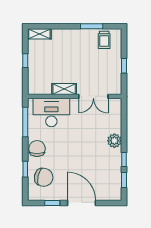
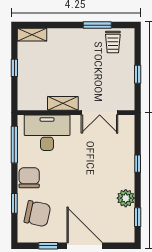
plant: (114, 141) -> (126, 198), moved
window: (124, 159) -> (138, 164), moved

